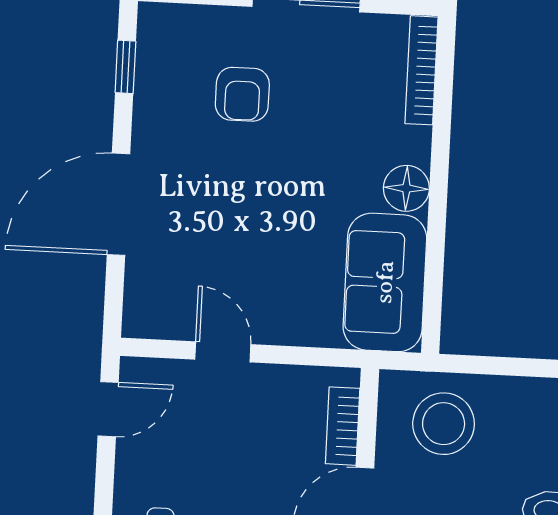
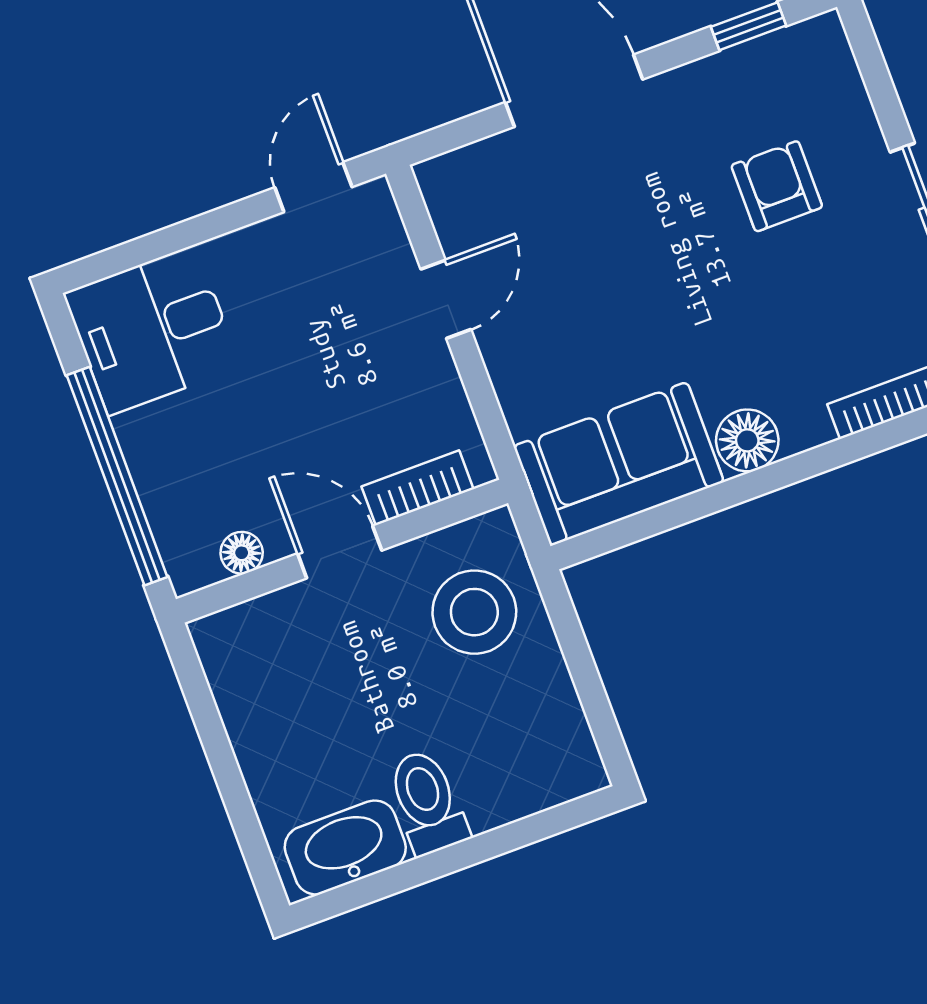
armchair: (242, 94) -> (777, 186), turned 90
door: (108, 409) -> (313, 187), swing flipped

